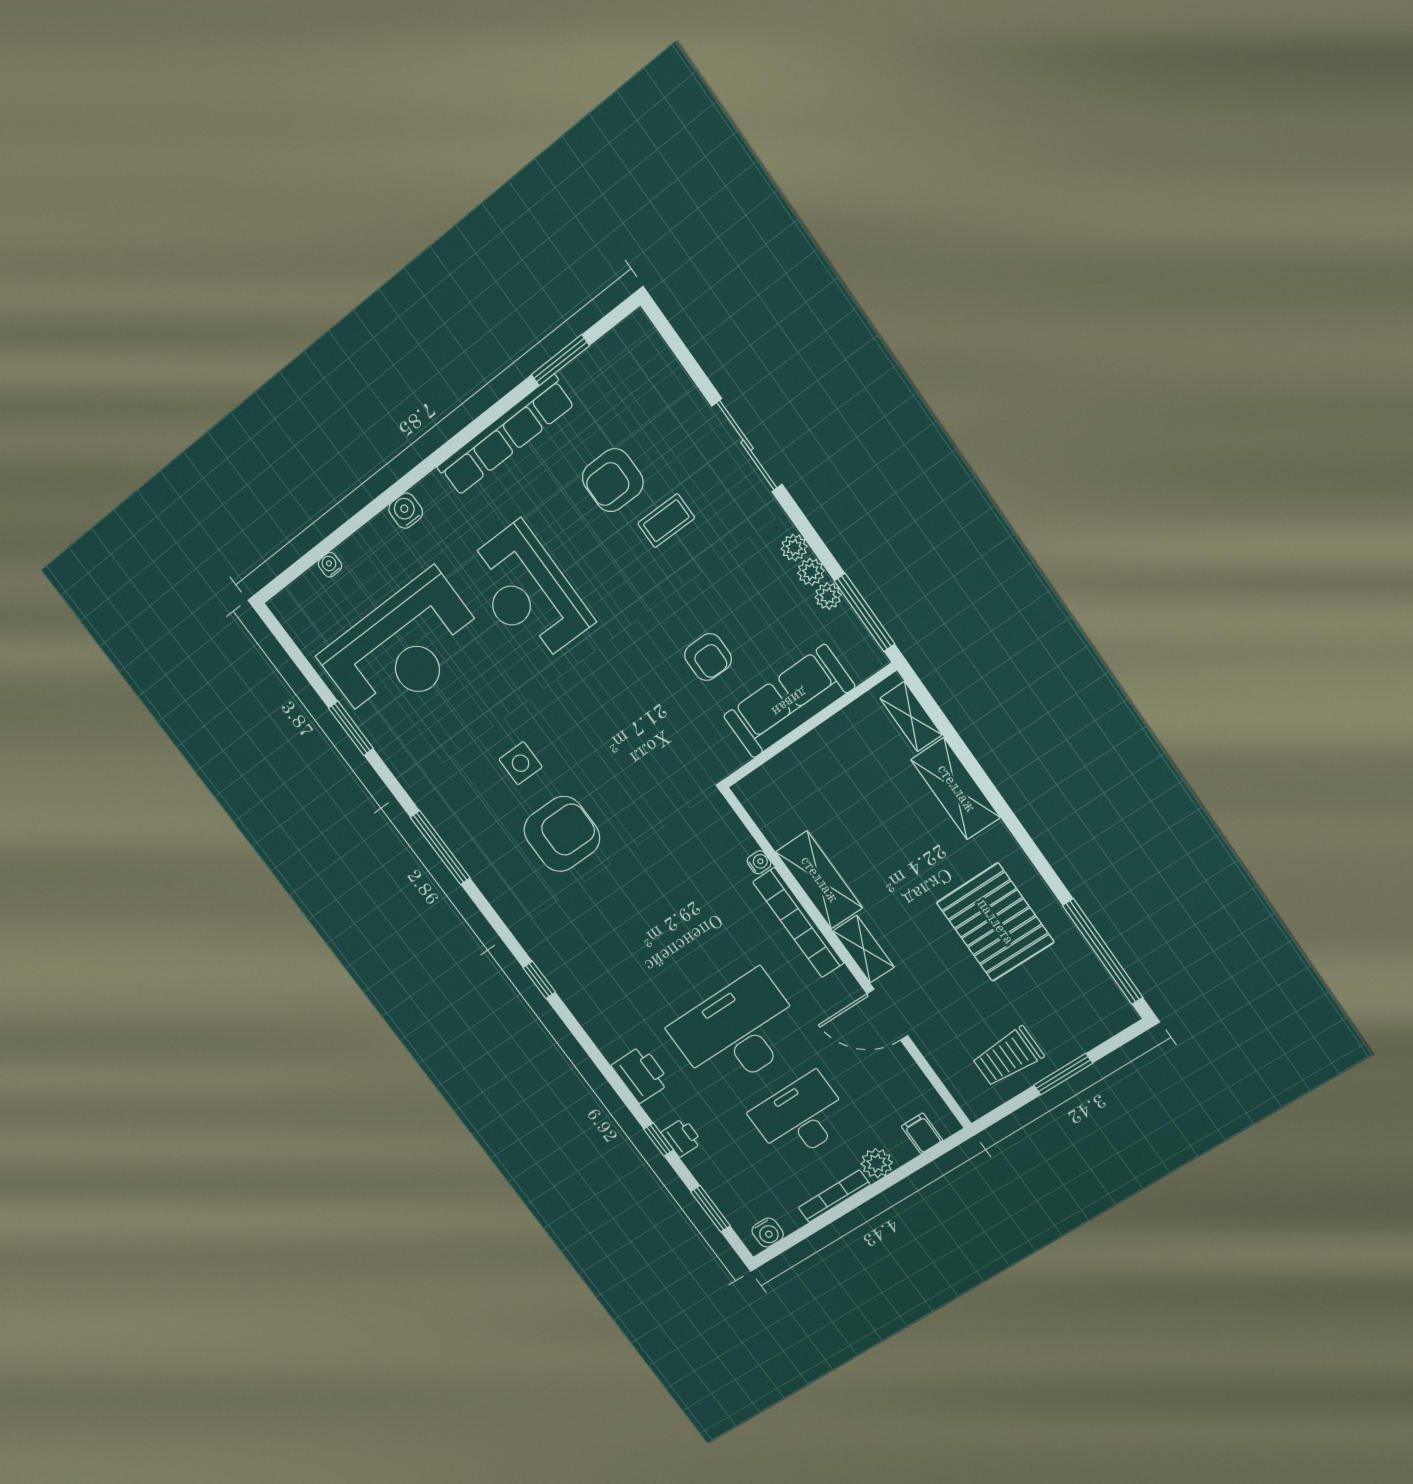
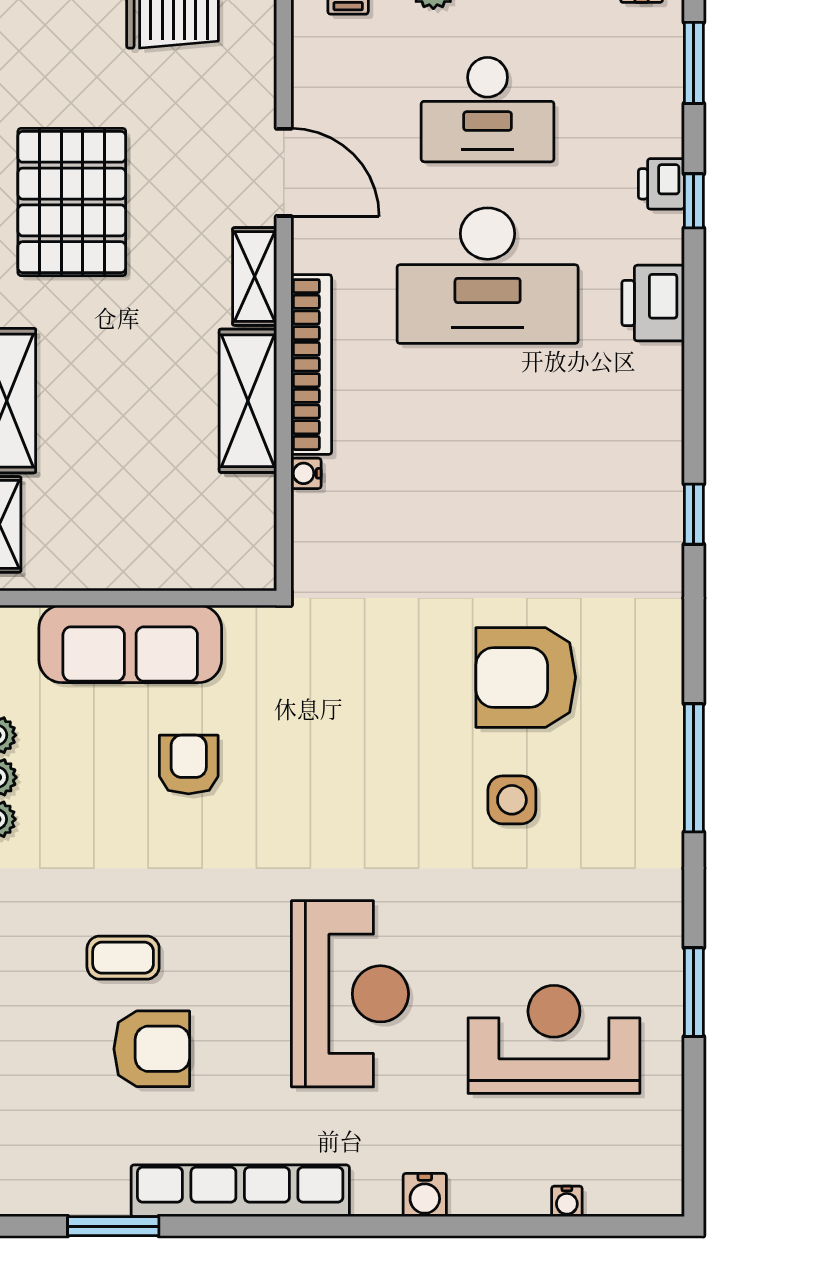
reception desk: (403, 649) -> (554, 1039), width x0.74, depth x0.77

